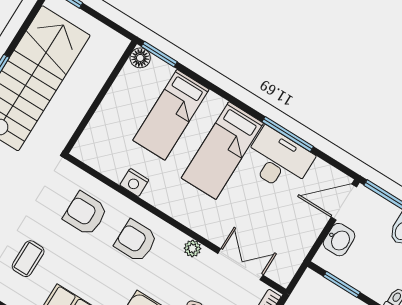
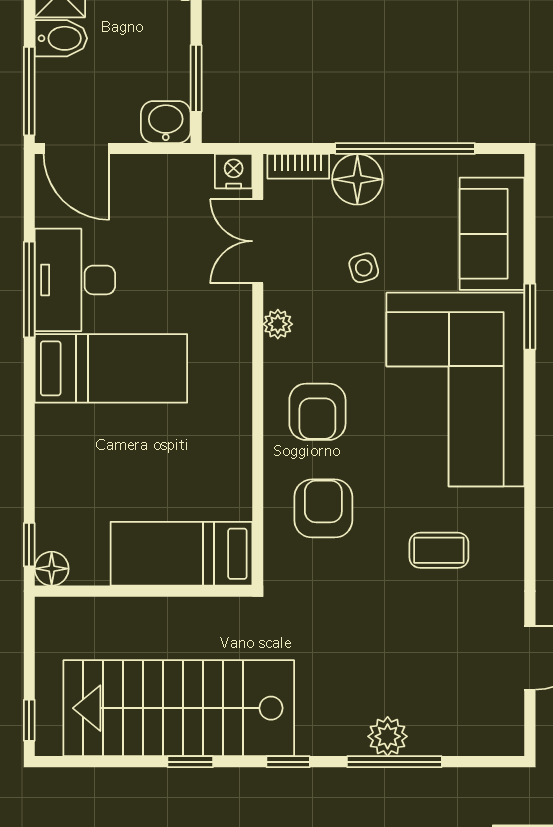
window: (159, 54) -> (29, 545), width x0.67
bed: (171, 115) -> (181, 554), moved, turned 180
nightstand: (134, 182) -> (234, 171), moved, turned -90
armchair: (85, 214) -> (323, 508), turned 180
washbasin: (339, 240) -> (166, 122), moved

